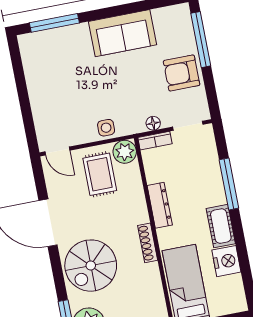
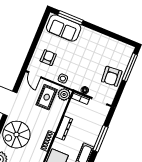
sofa: (123, 33) -> (64, 28), moved
armchair: (182, 73) -> (112, 76), turned -94
armchair: (61, 110) -> (48, 58), added

